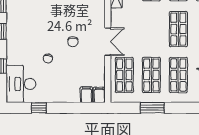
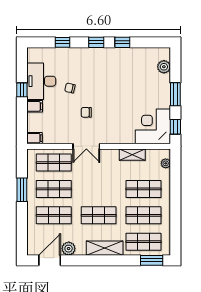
desk: (21, 84) -> (41, 81), moved, turned -90
filing cabinet: (86, 95) -> (35, 106), moved
window: (39, 108) -> (22, 90), moved

